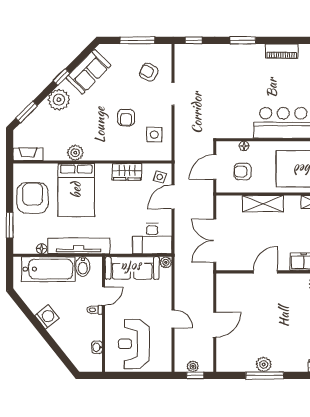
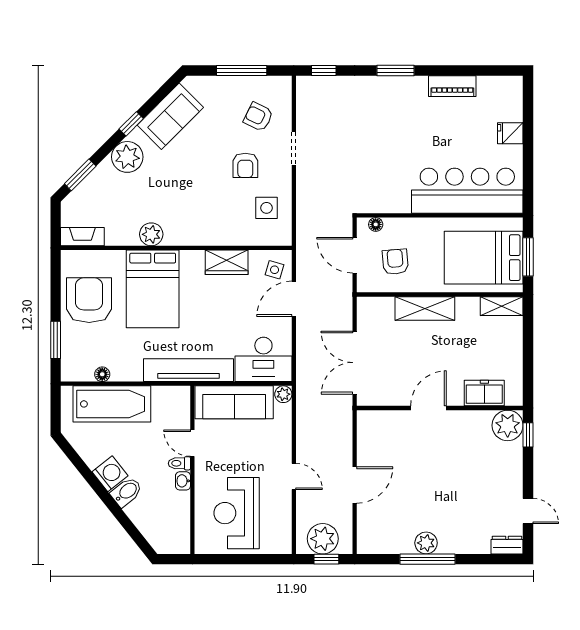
armchair: (126, 118) -> (245, 165), moved
floor lamp: (244, 146) -> (376, 224), moved
door: (215, 167) -> (355, 255), hinge flipped
armchair: (243, 172) -> (395, 262), turned 85
tv unit: (79, 246) -> (189, 370), moved
bidet: (83, 267) -> (126, 492), moved, turned -128
door: (104, 296) -> (192, 443), swing flipped
washbasin: (97, 347) -> (183, 481), moved
plant: (193, 366) -> (323, 539), width x1.87, depth x1.87

